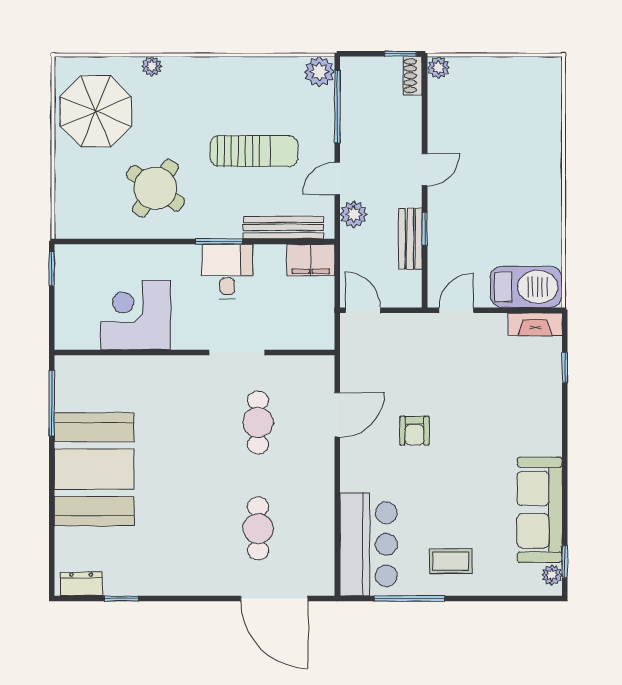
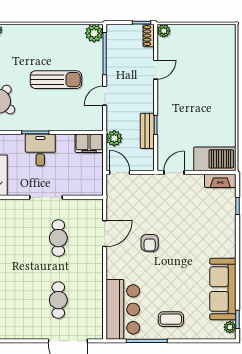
door: (425, 169) -> (156, 70), moved
plant: (354, 214) -> (114, 138), moved
bench: (283, 228) -> (73, 124), removed

